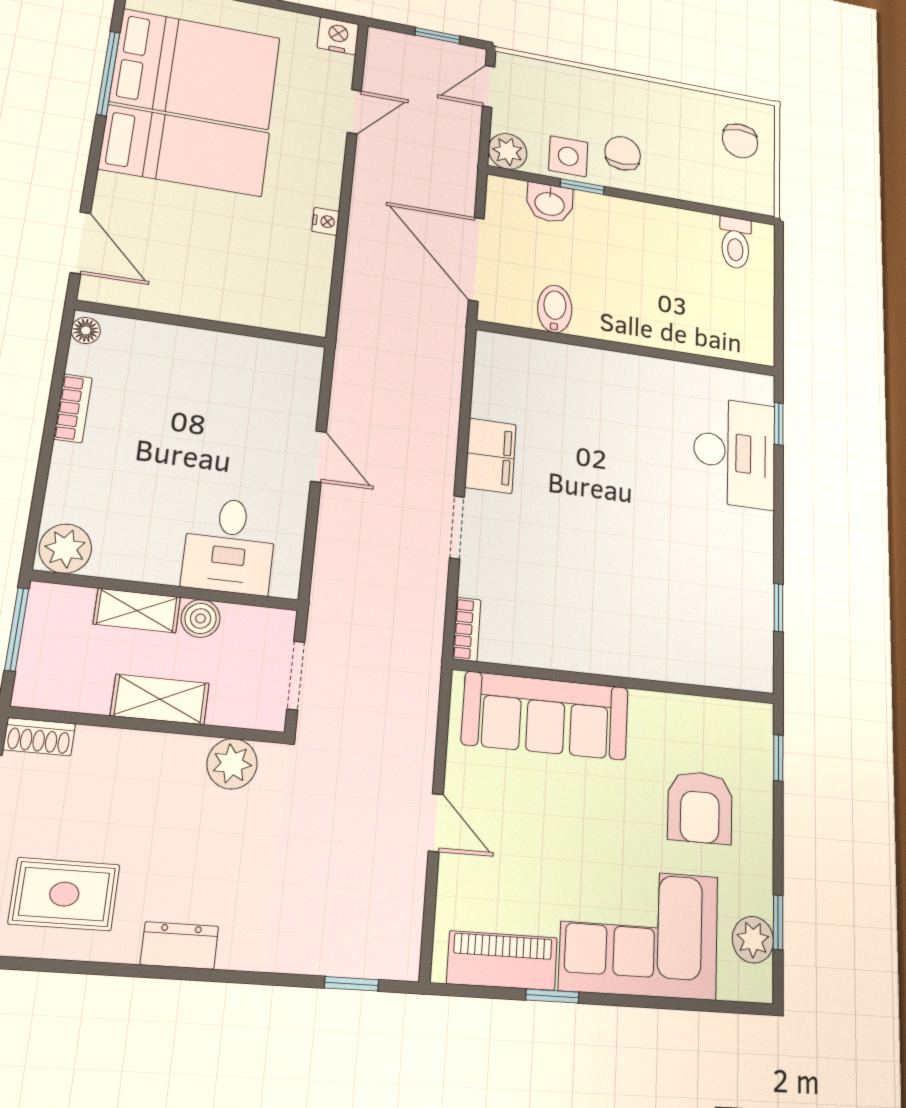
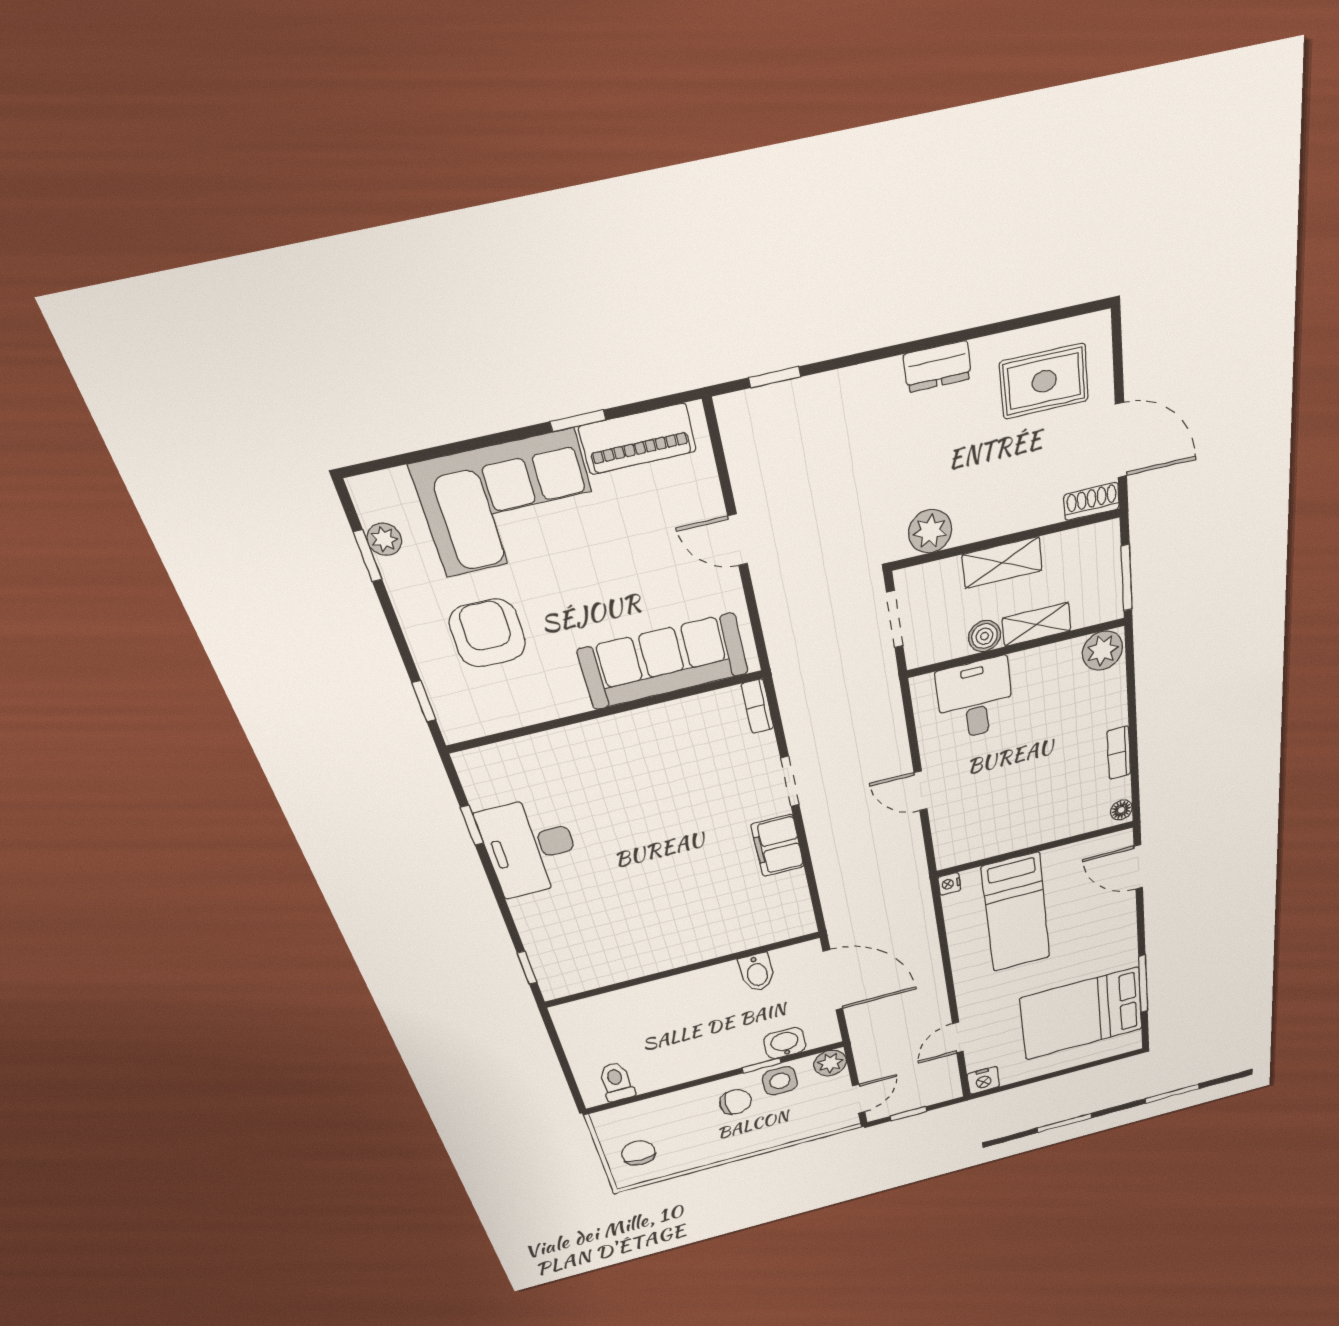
bed: (185, 151) -> (1016, 913), moved, turned -90
chair: (623, 153) -> (735, 1102), turned -90
nightstand: (326, 221) -> (949, 884), moved
desk: (735, 453) -> (530, 847), moved
plant: (753, 940) -> (384, 539), width x0.73, depth x0.73

